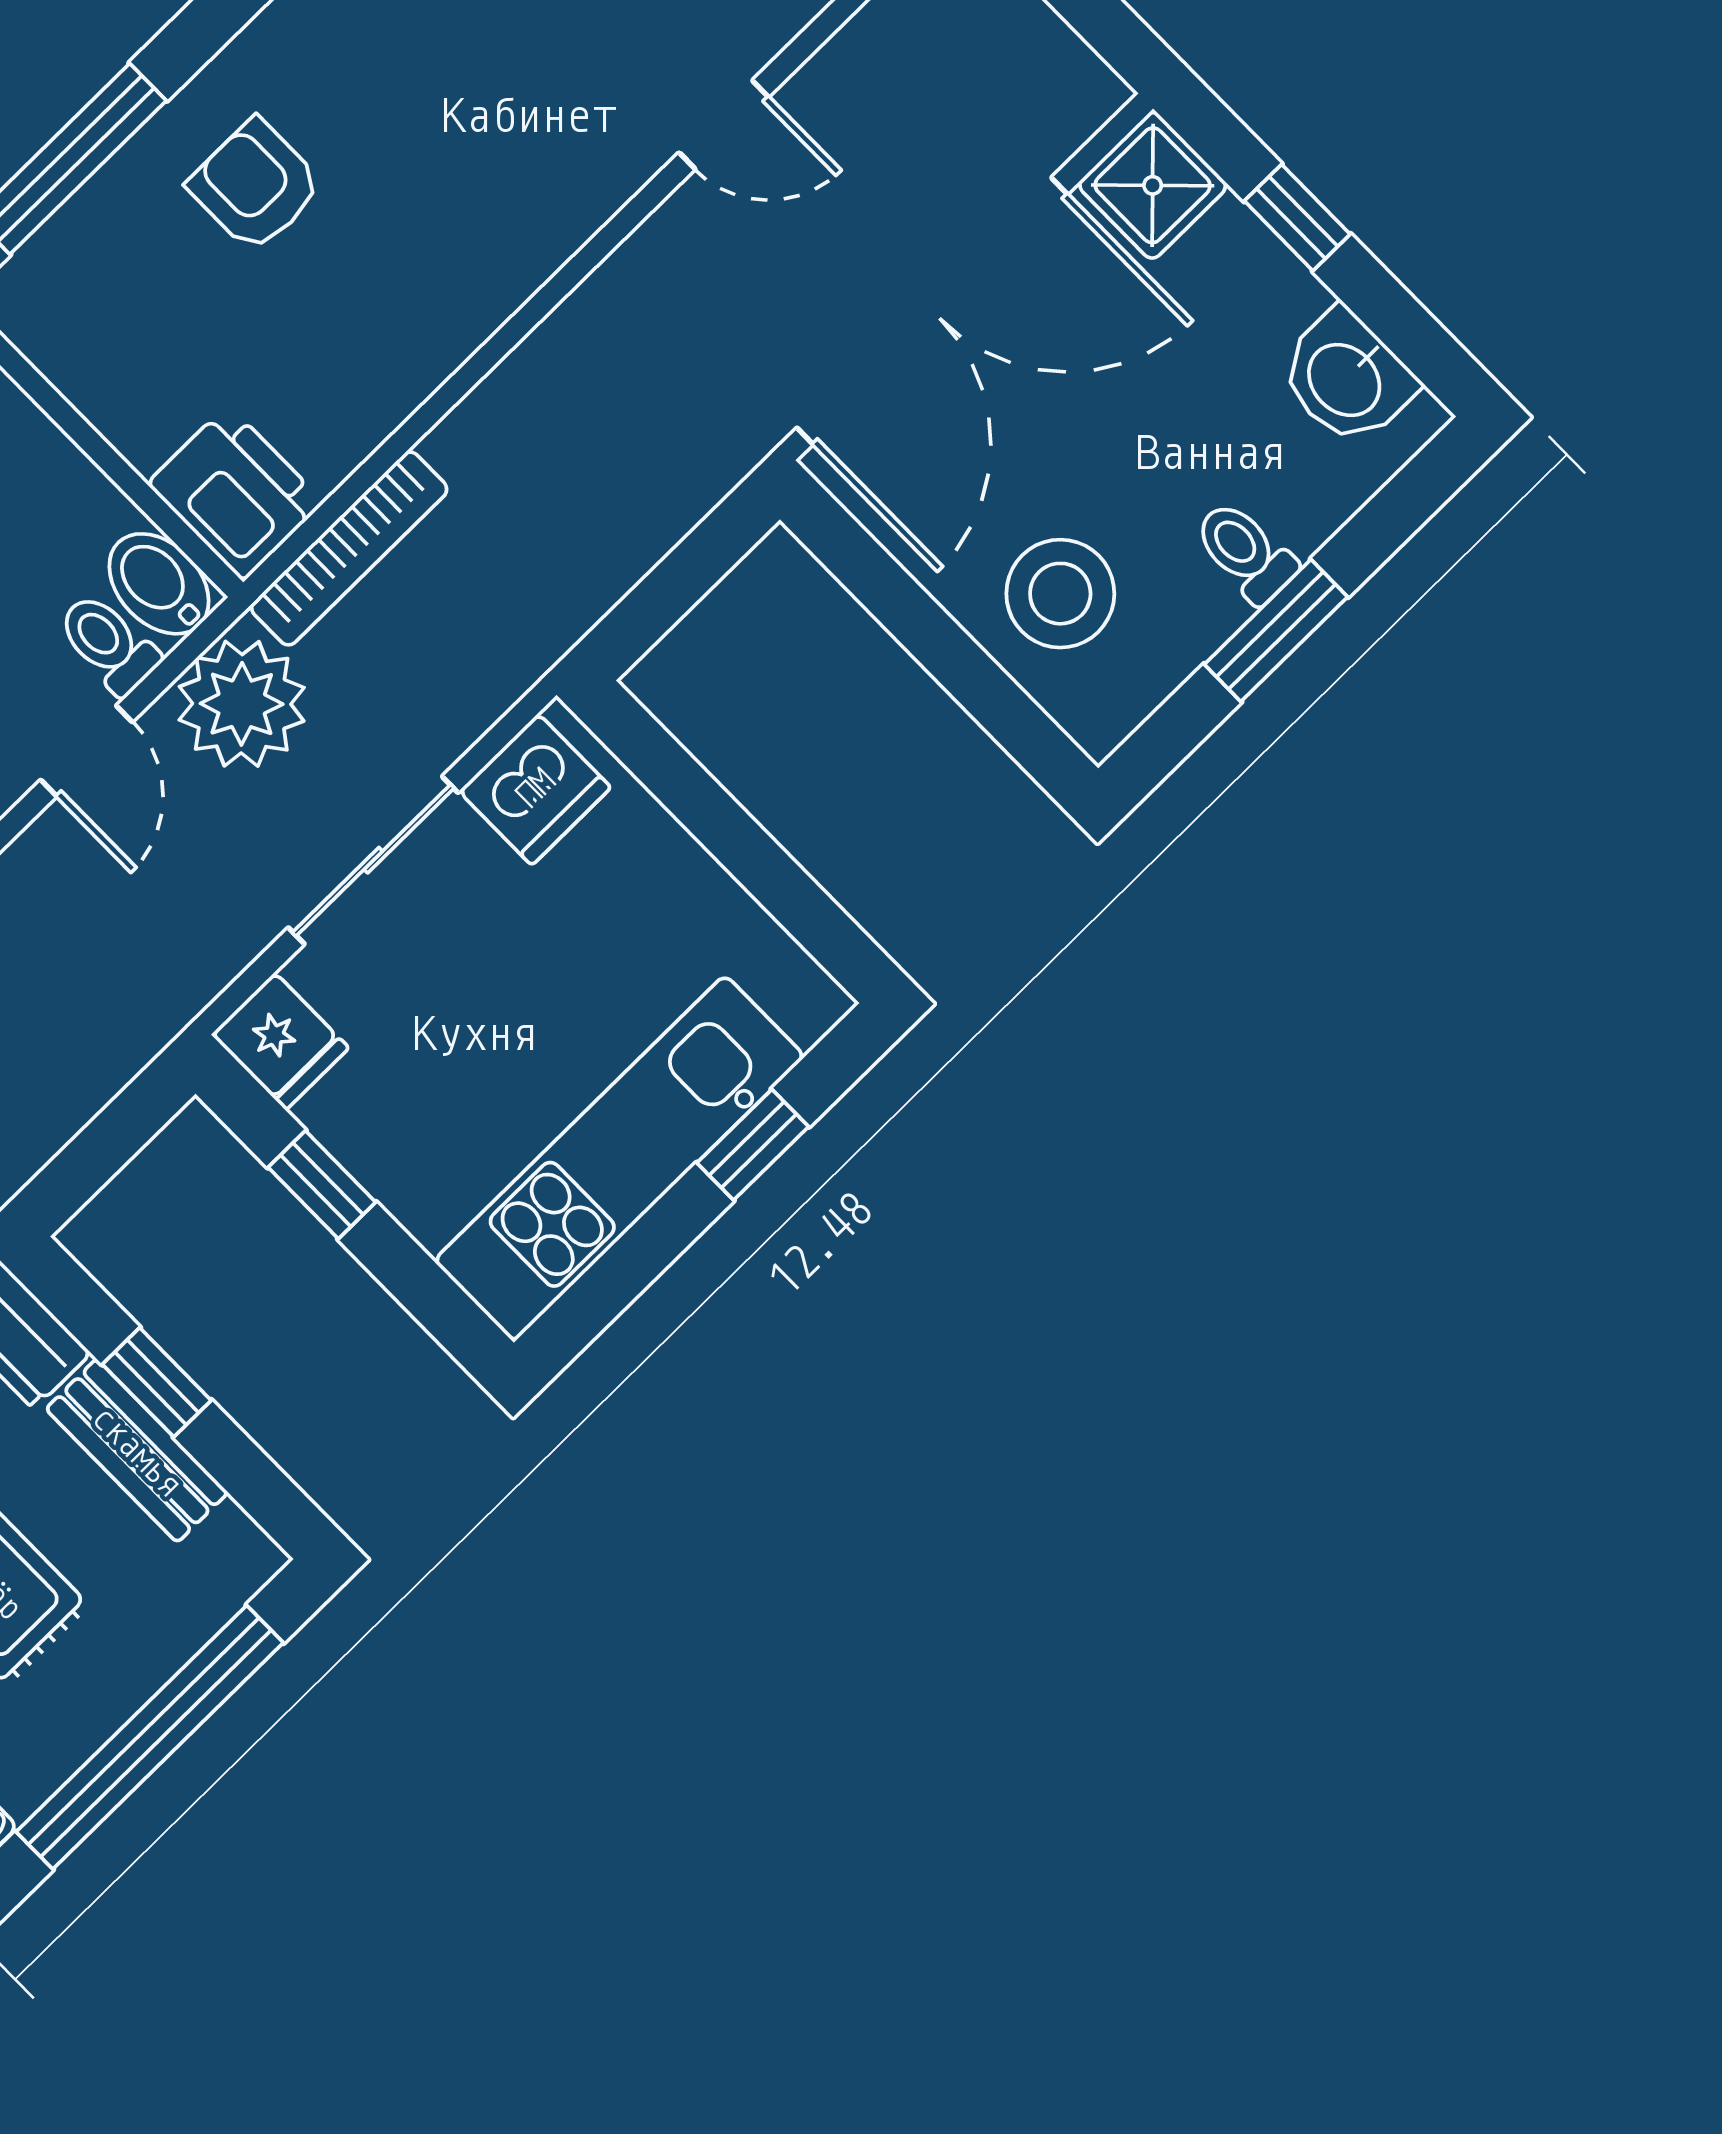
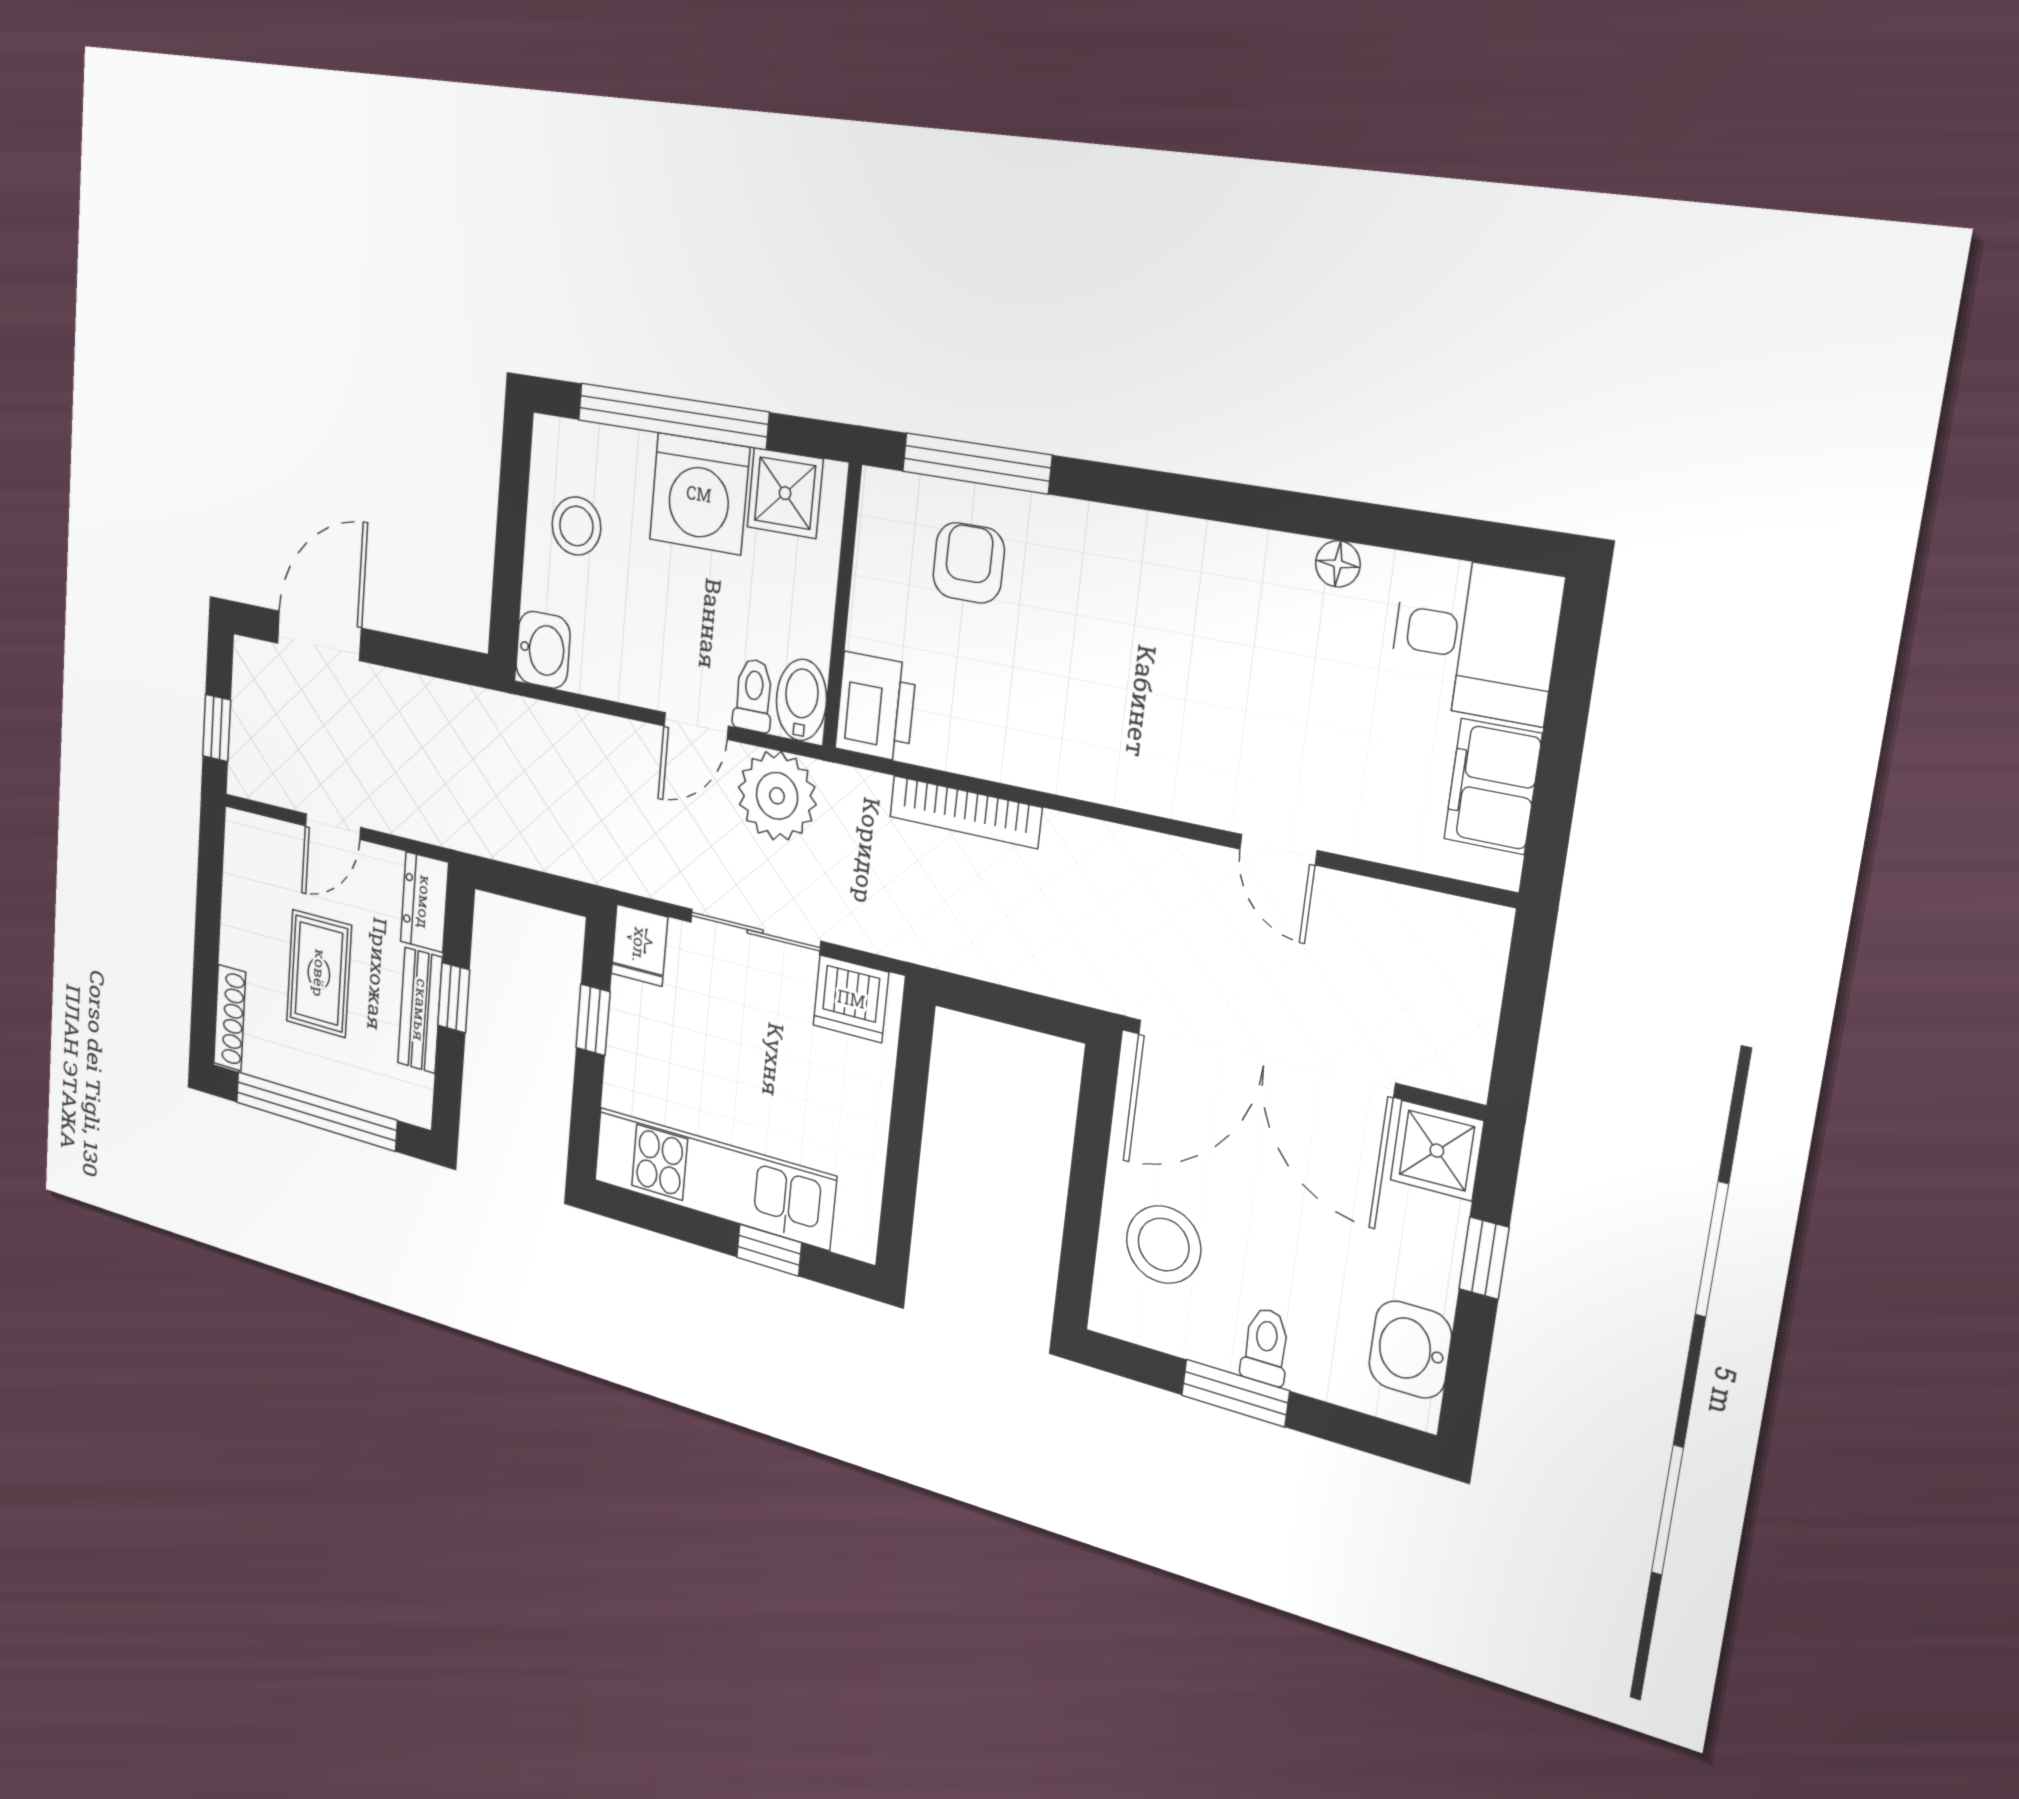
armchair: (255, 186) -> (969, 563), moved
bookcase: (349, 548) -> (965, 812), moved

